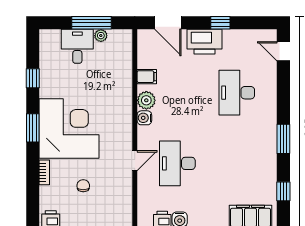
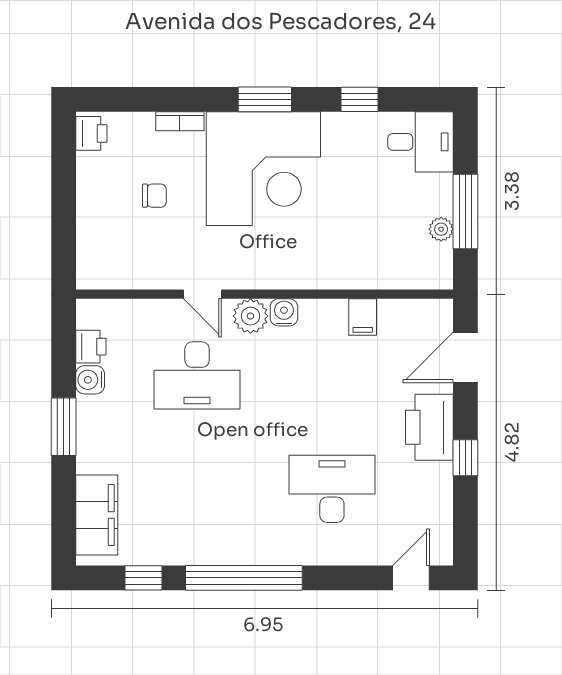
desk: (77, 46) -> (420, 142), moved
plant: (146, 100) -> (251, 316), moved
window: (283, 139) -> (244, 578), width x2.11
desk: (177, 163) -> (197, 375), turned 180

